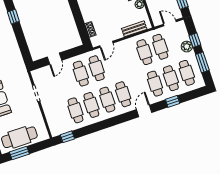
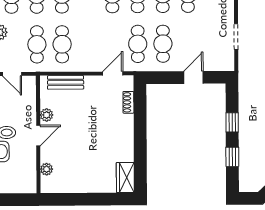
window: (21, 38) -> (232, 122), added

